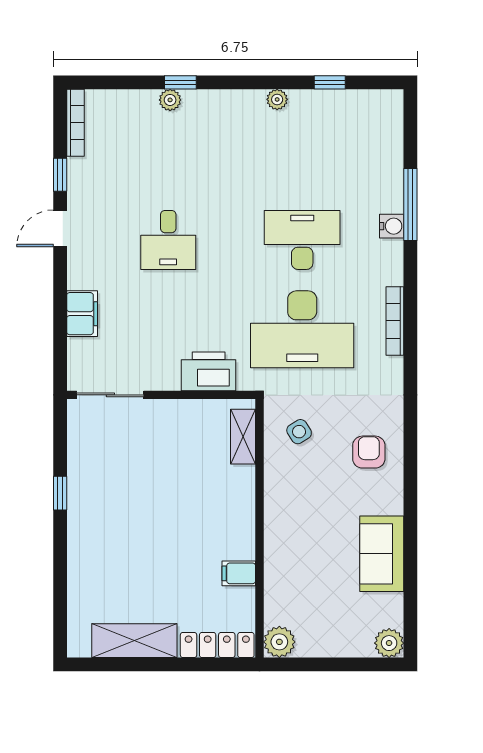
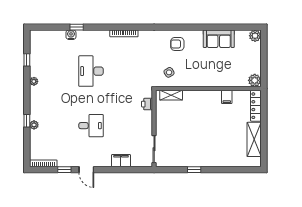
window: (410, 204) -> (77, 27), width x0.46
water cooler: (392, 226) -> (71, 35), moved
desk: (302, 329) -> (127, 71), removed
printer: (209, 371) -> (147, 104), width x0.53, depth x0.68

